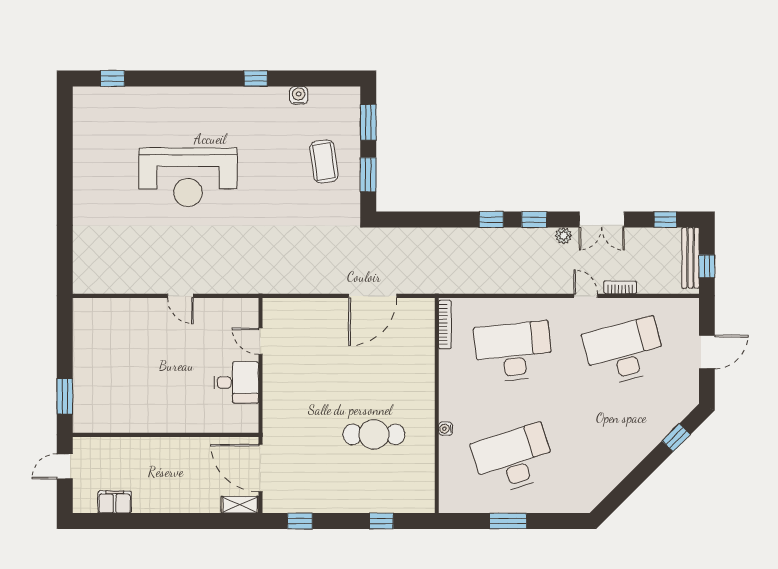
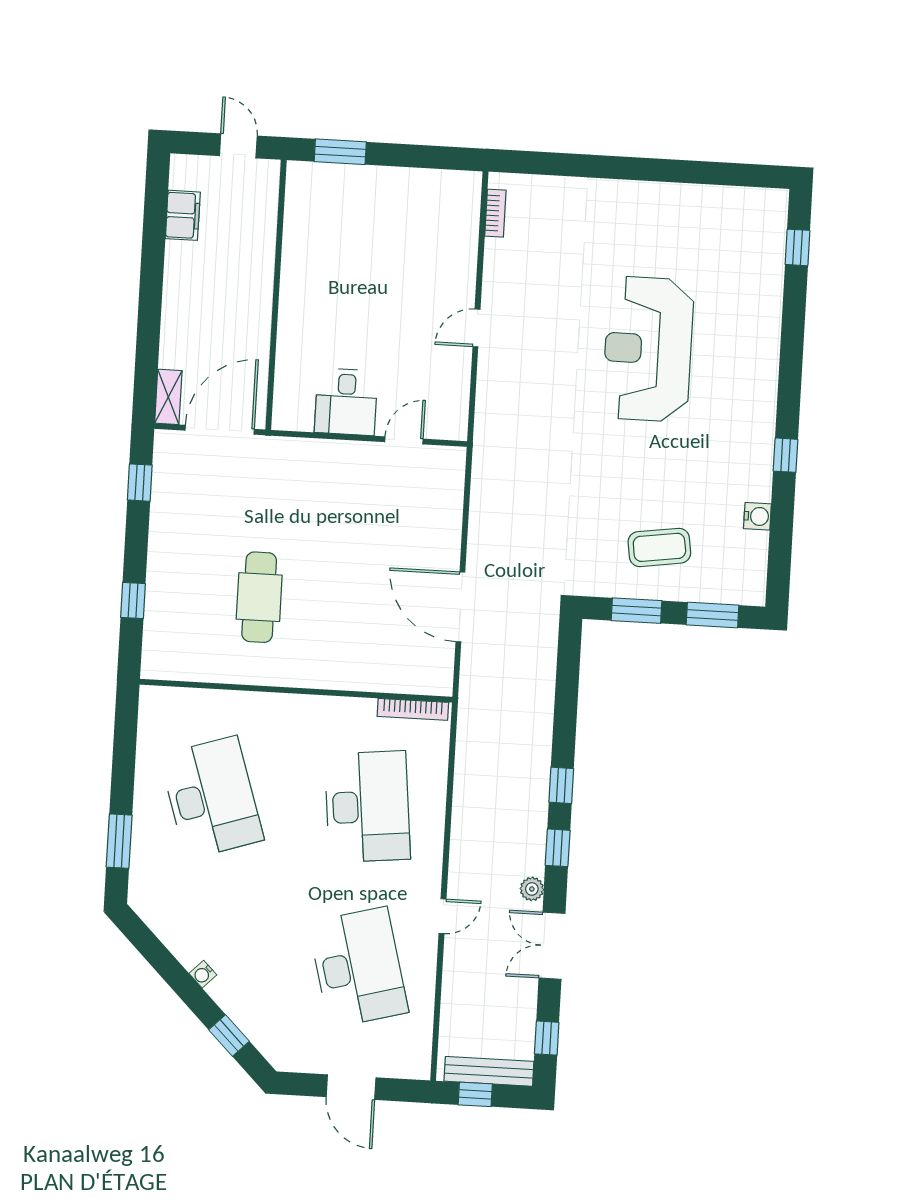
bookcase: (620, 287) -> (495, 213), moved
water cooler: (445, 429) -> (203, 974), moved, turned -135
window: (508, 521) -> (119, 841), moved

